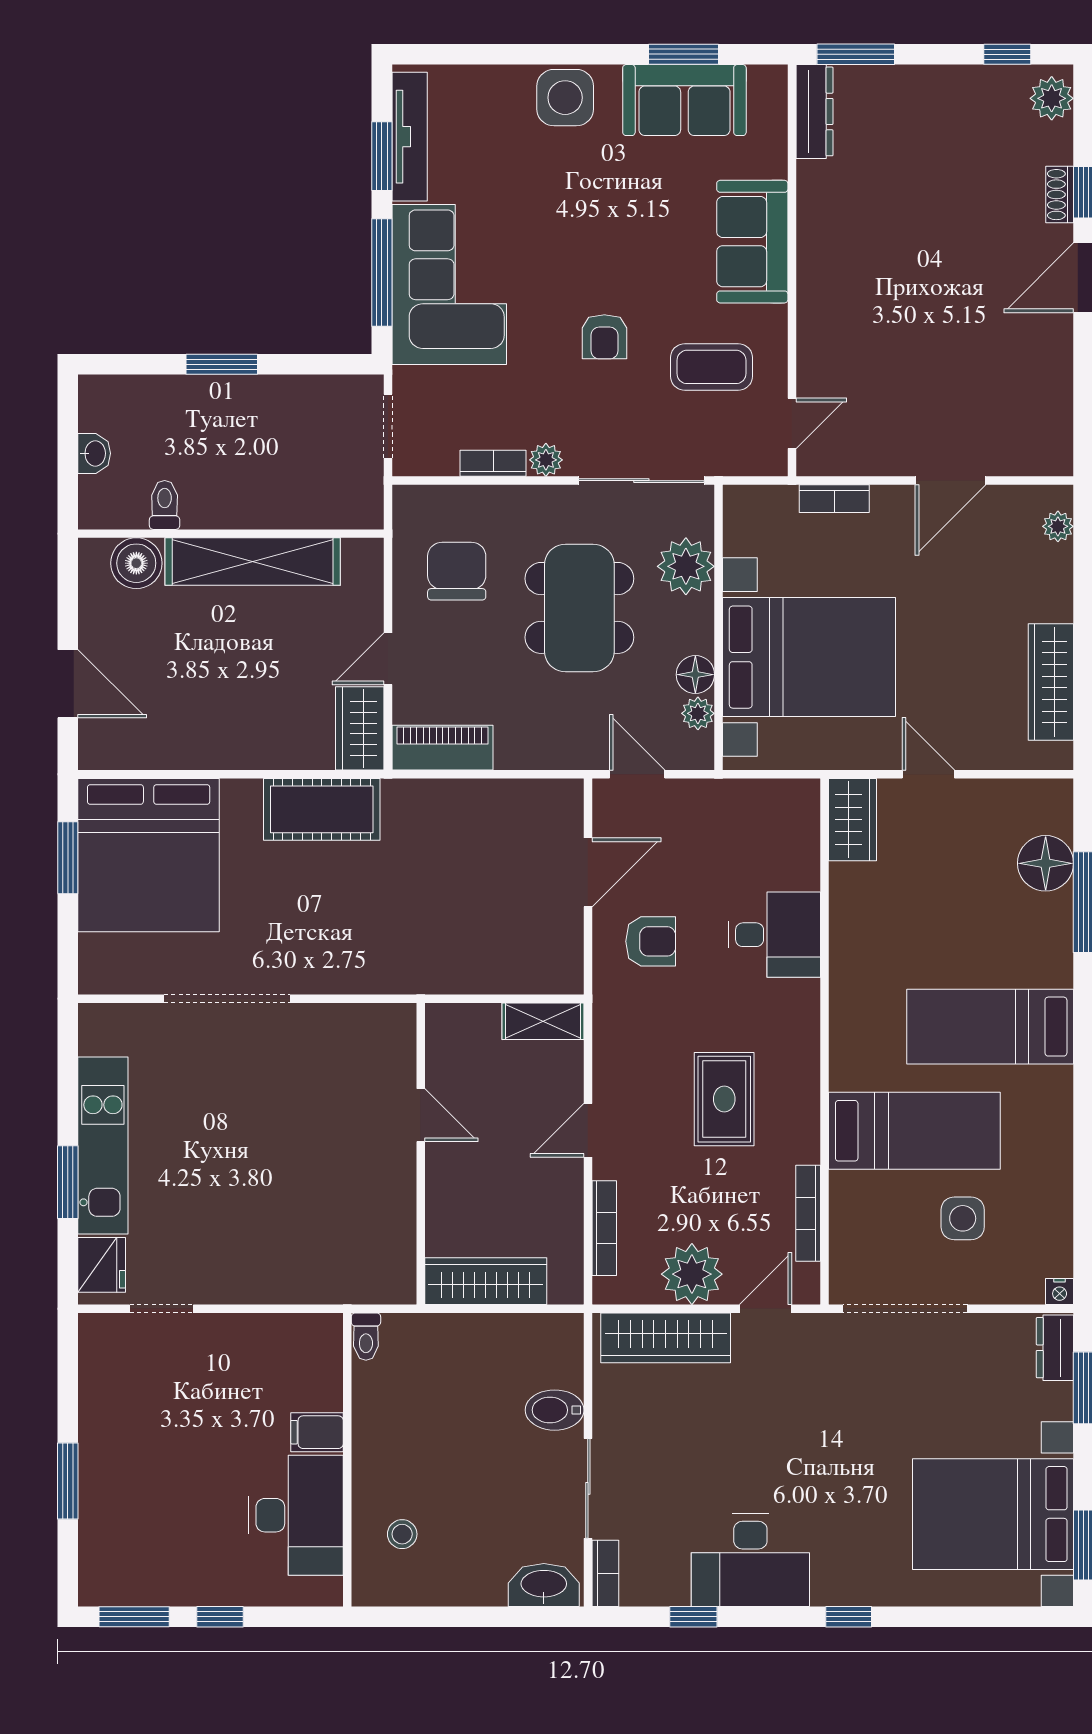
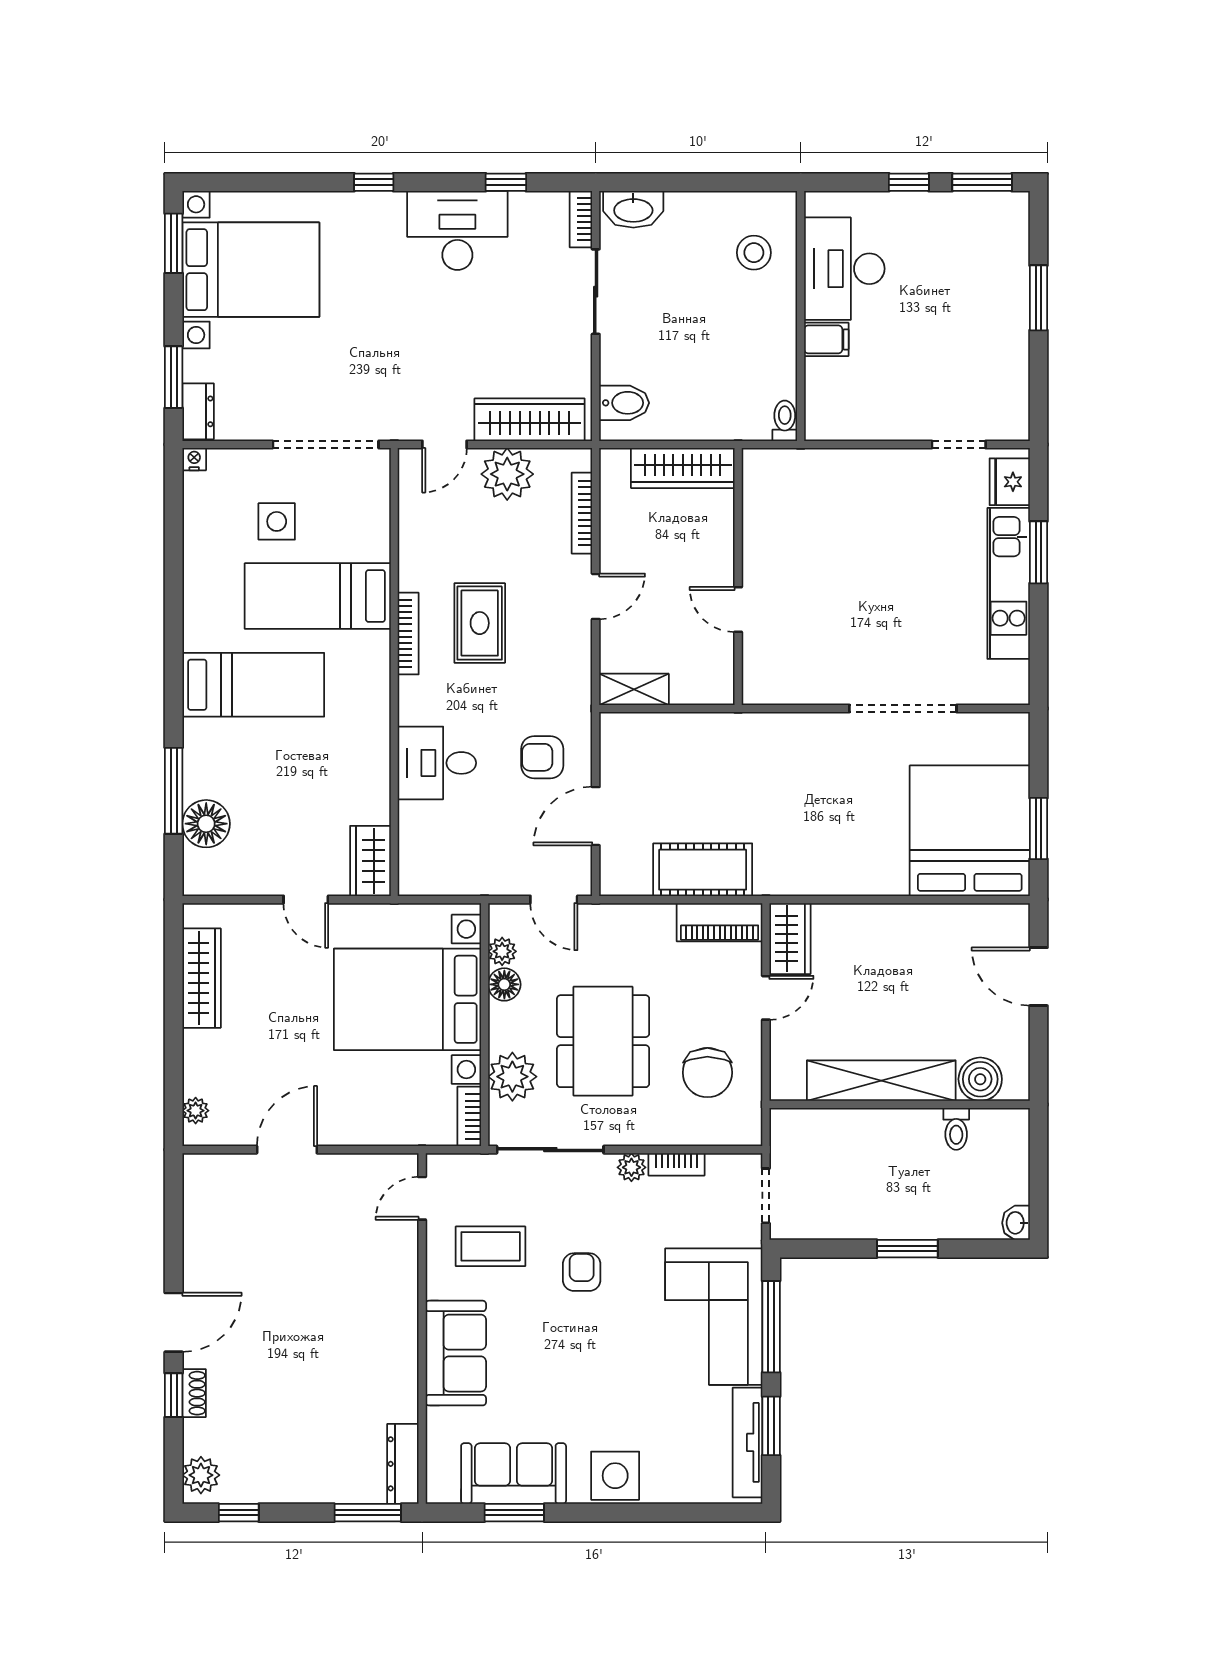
washbasin: (94, 453) -> (1016, 1223), moved
bookcase: (834, 499) -> (469, 1116), moved, turned -90
cot: (322, 809) -> (703, 870), moved
bookcase: (808, 1213) -> (408, 634), moved
bidet: (555, 1410) -> (624, 403), moved
stool: (402, 1534) -> (754, 253), width x1.37, depth x1.37

